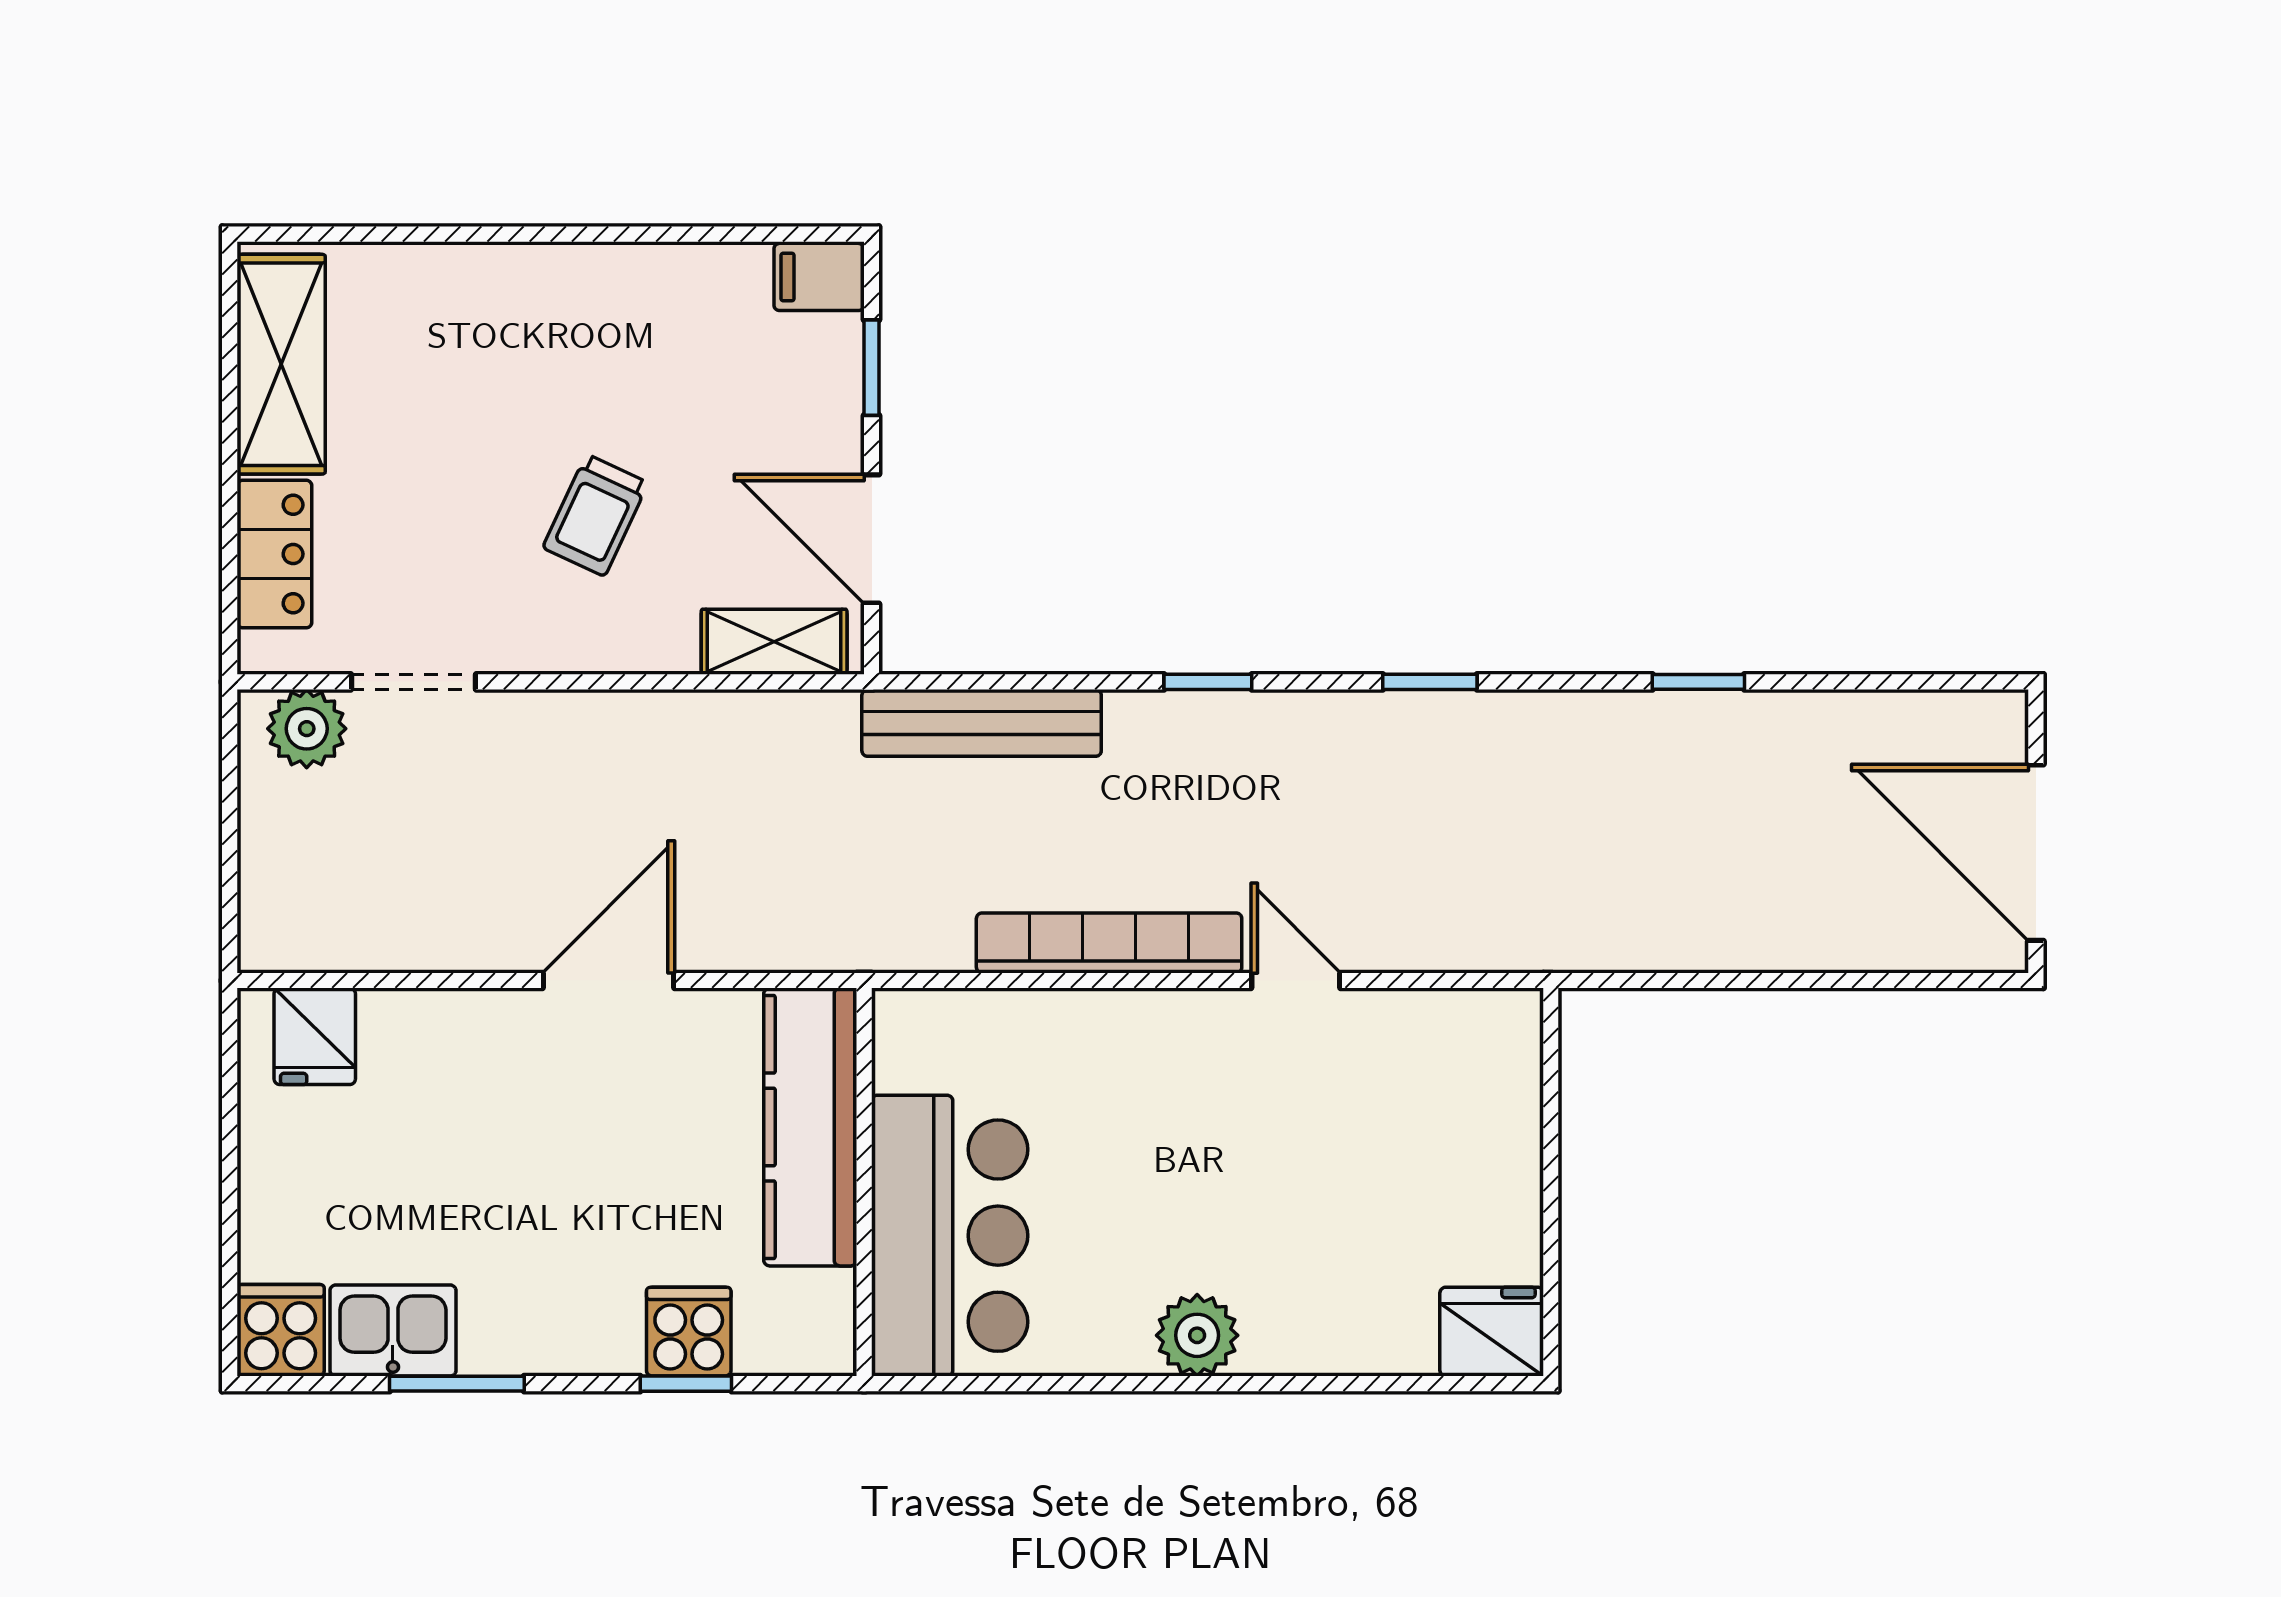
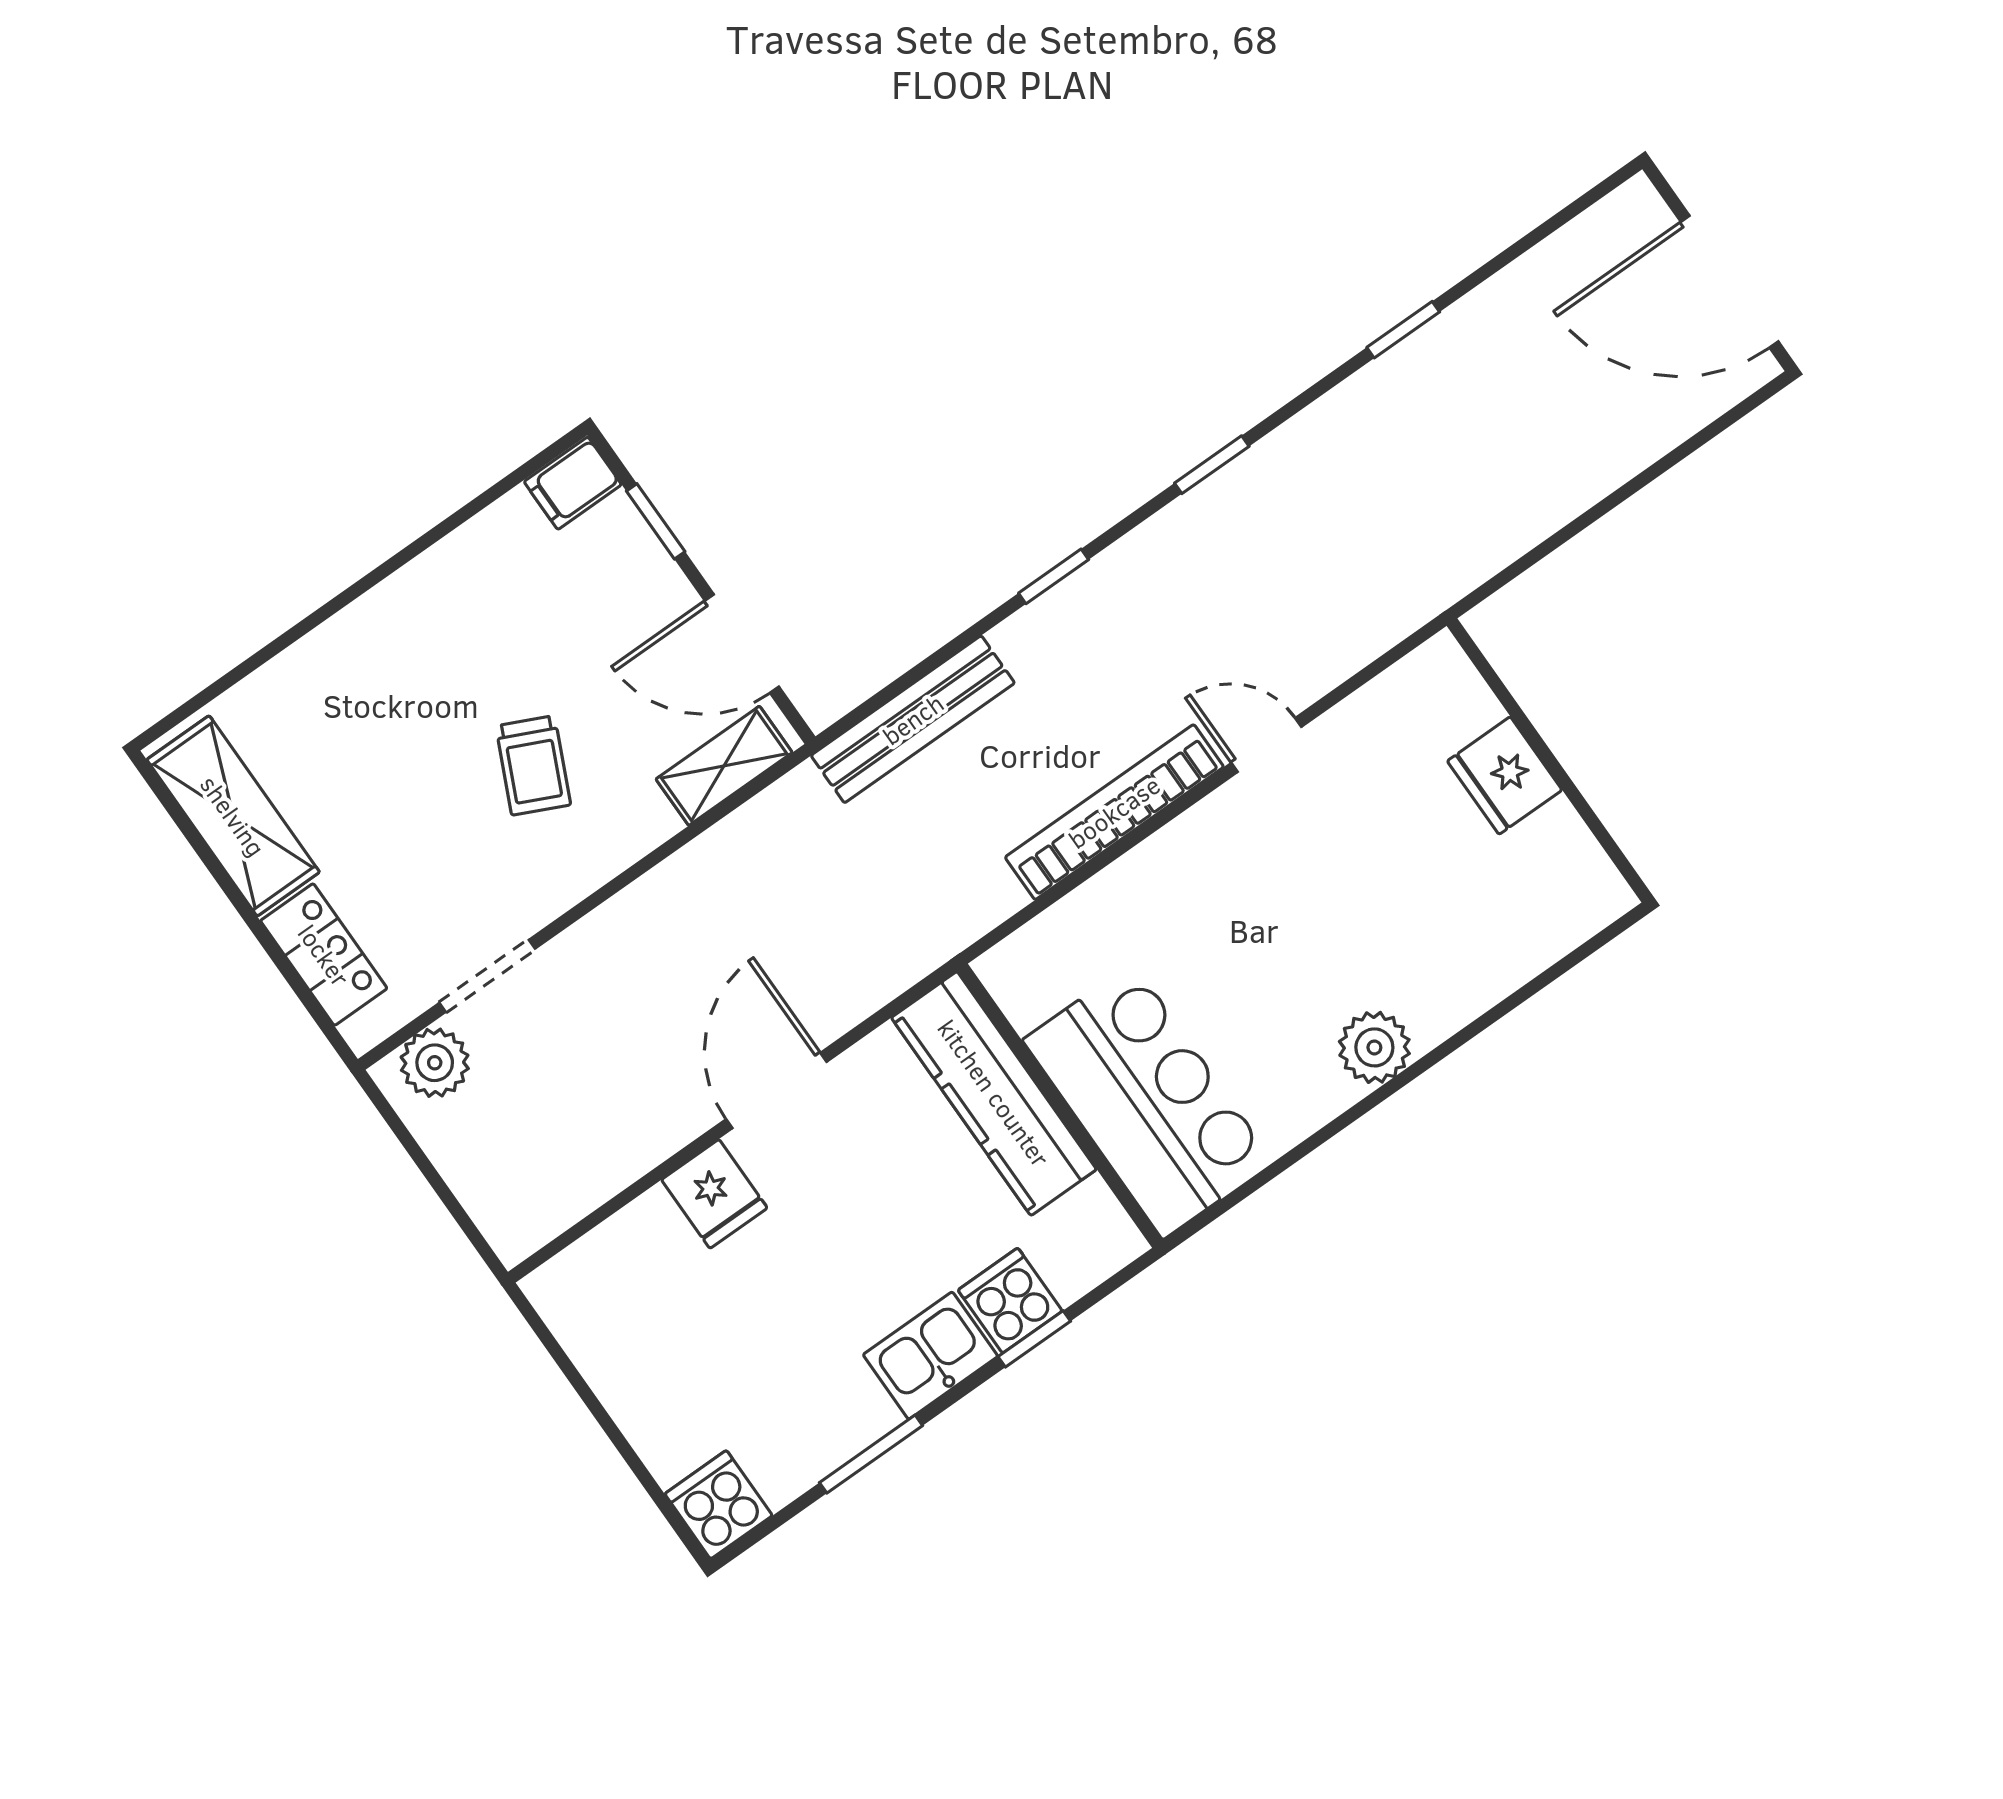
fridge: (315, 1036) -> (714, 1194), moved
kitchen sink: (393, 1331) -> (930, 1356), moved
fridge: (1492, 1332) -> (1505, 776), moved, turned -90

